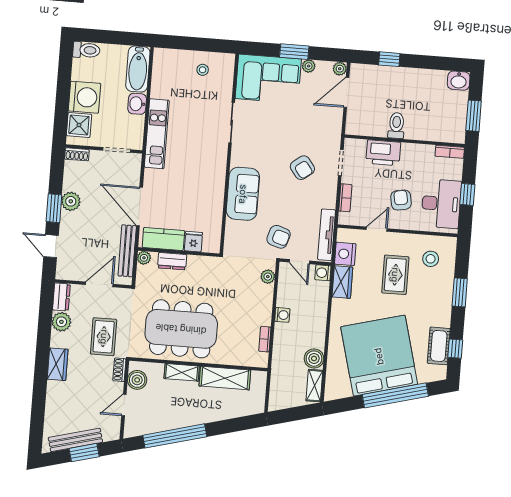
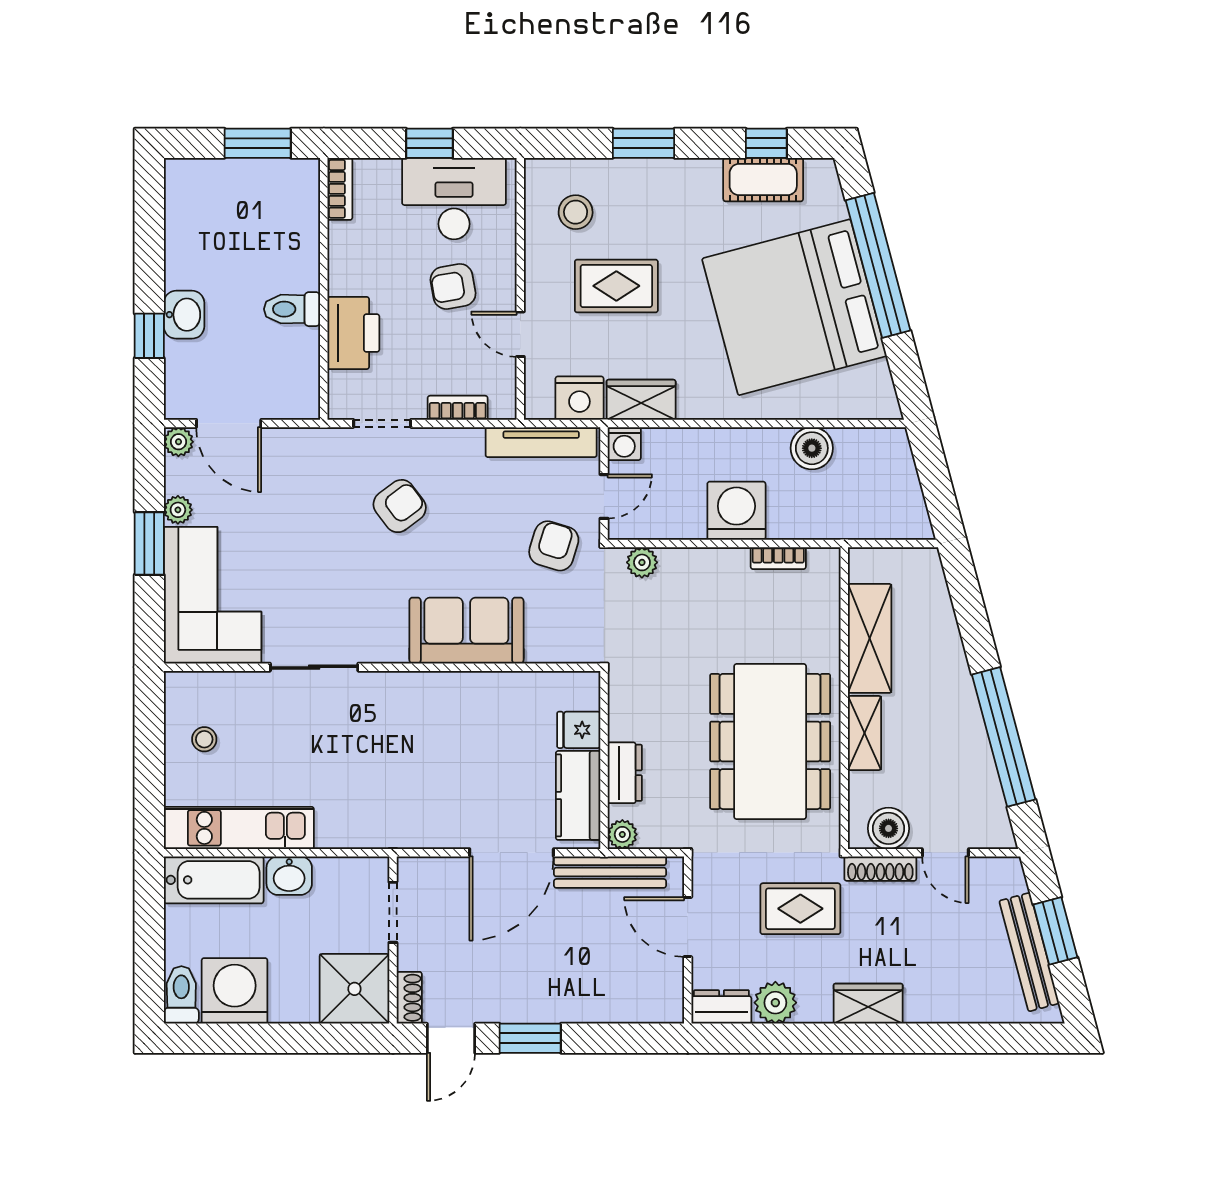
washbasin: (459, 81) -> (184, 315), moved
washing machine: (85, 97) -> (235, 991), moved
shower: (79, 125) -> (354, 989), width x1.36, depth x1.36
kitchen unit: (157, 134) -> (239, 828), moved
plant: (71, 201) -> (512, 1003), removed
door: (51, 246) -> (451, 1038), moved
washing machine: (282, 315) -> (736, 511), width x1.89, depth x1.89
shoe rack: (119, 370) -> (880, 869), width x1.43
shelving: (314, 386) -> (871, 443), removed

